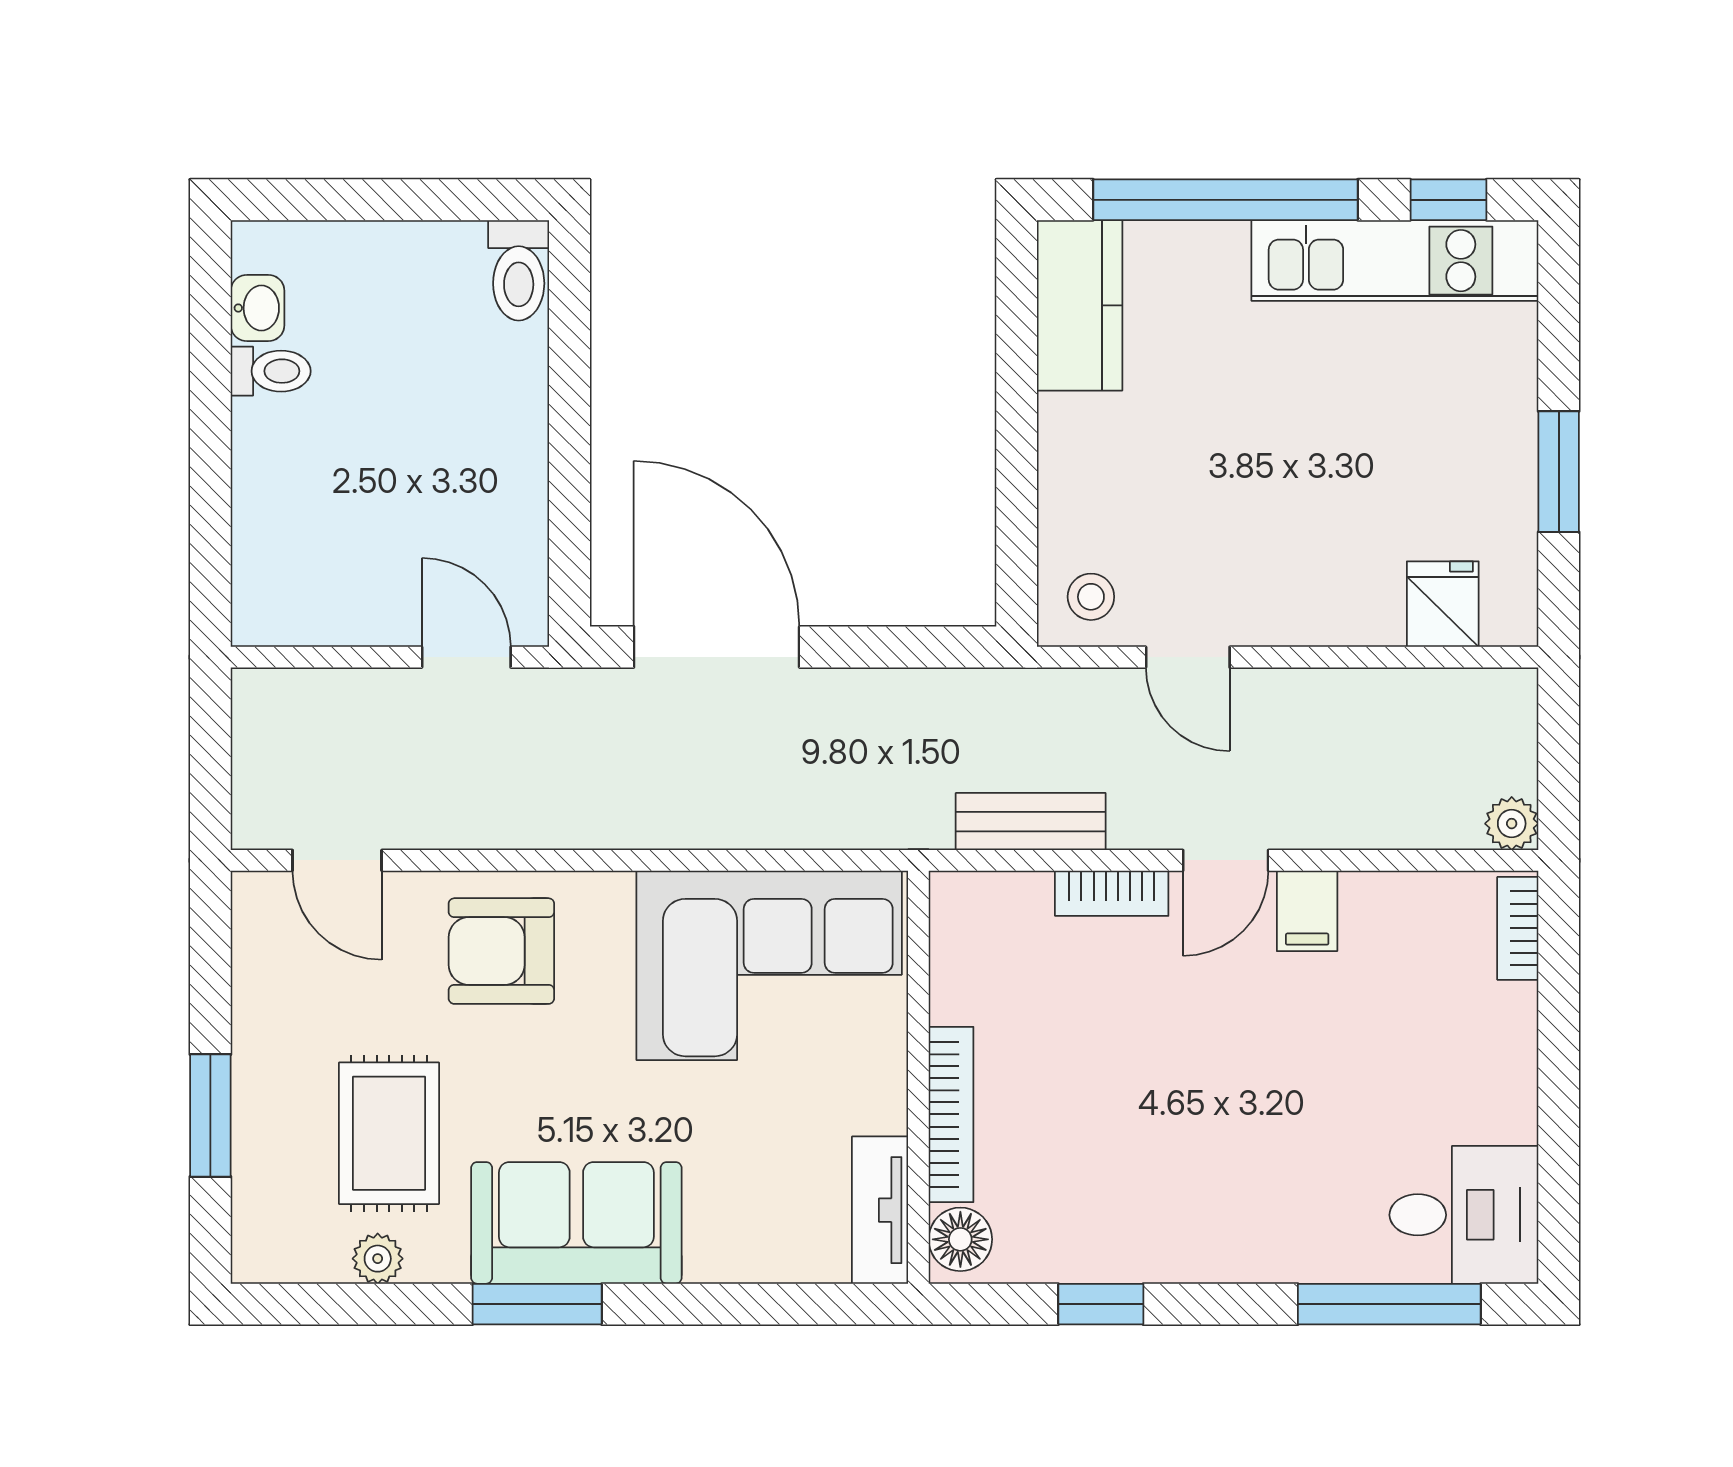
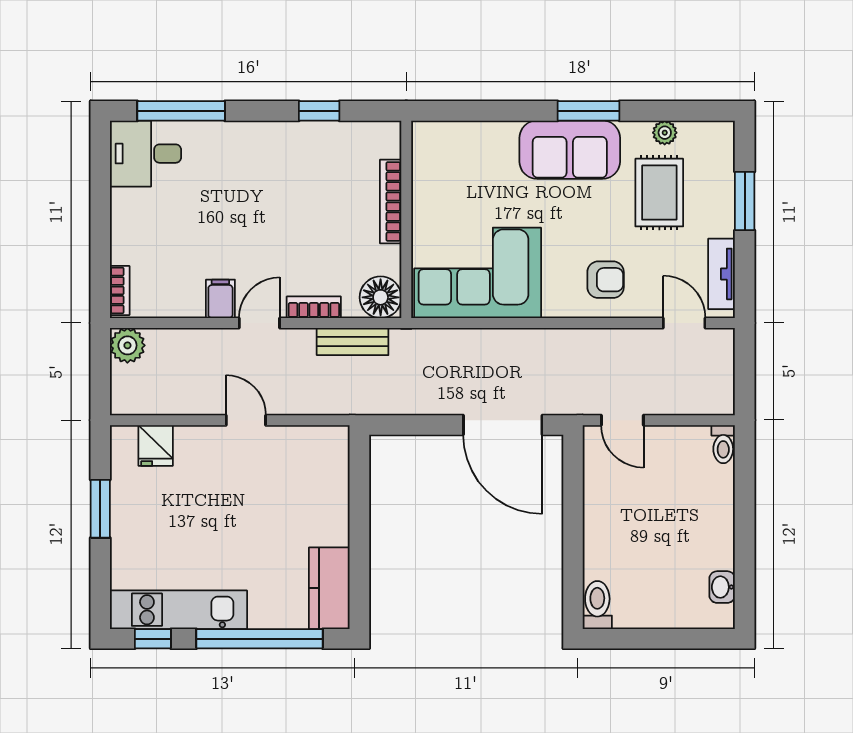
toilet: (271, 371) -> (723, 444), moved, turned -90
stool: (1091, 597) -> (324, 449), removed
door: (1188, 657) -> (246, 420), moved
plant: (1512, 824) -> (127, 345), width x1.38, depth x1.38
armchair: (501, 951) -> (606, 280), width x0.72, depth x0.72
tv unit: (880, 1210) -> (721, 274), moved, turned 180
floor lamp: (960, 1239) -> (381, 297), moved, width x1.38, depth x1.38

